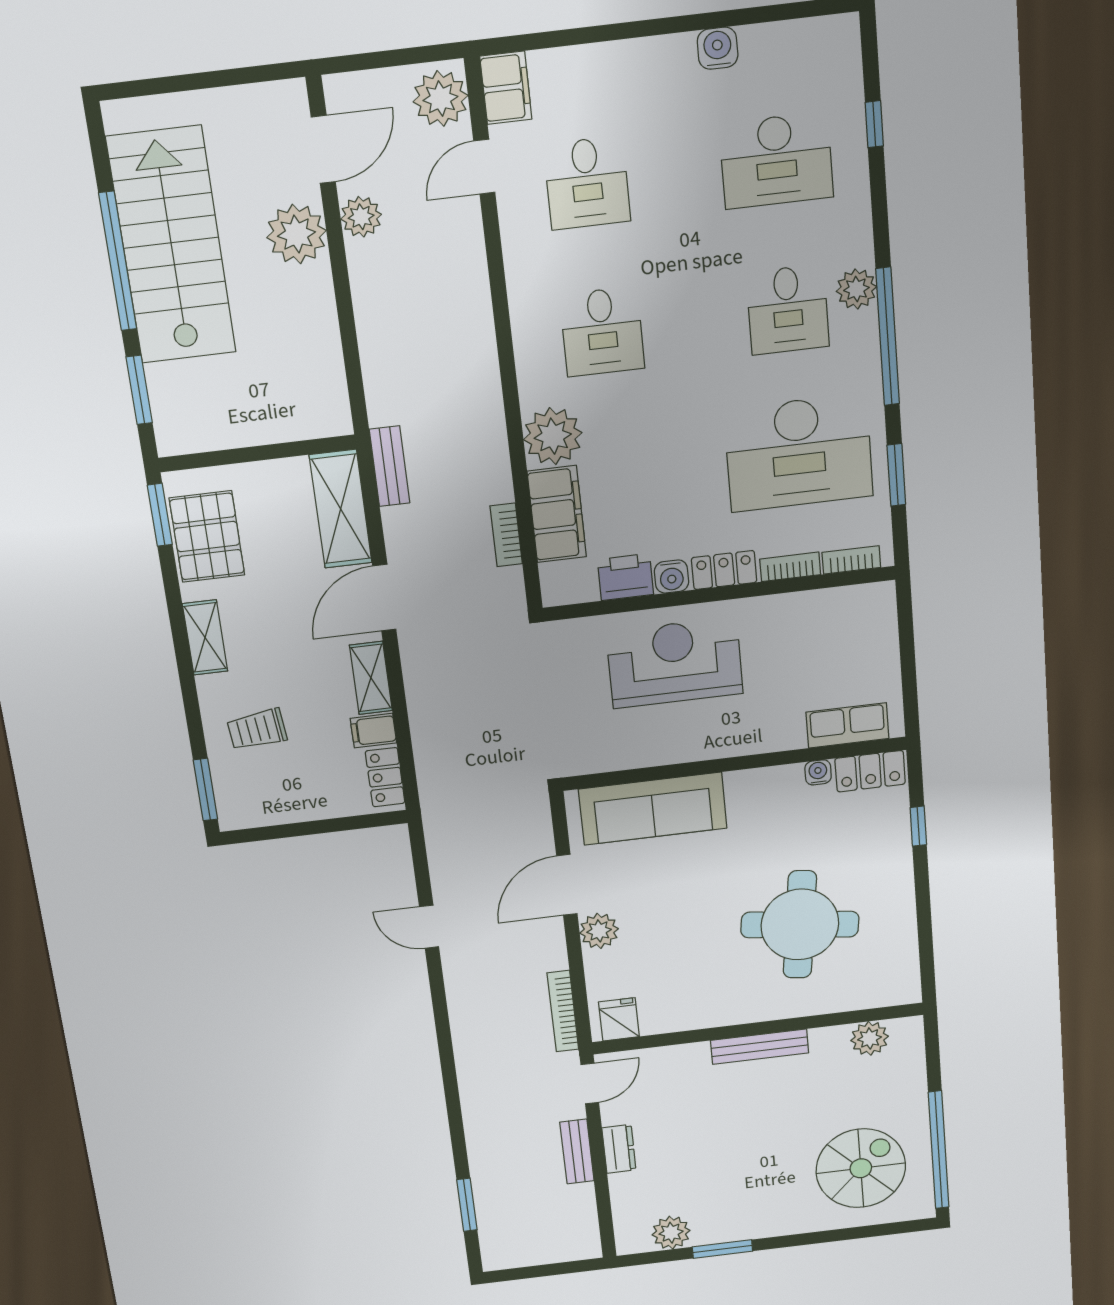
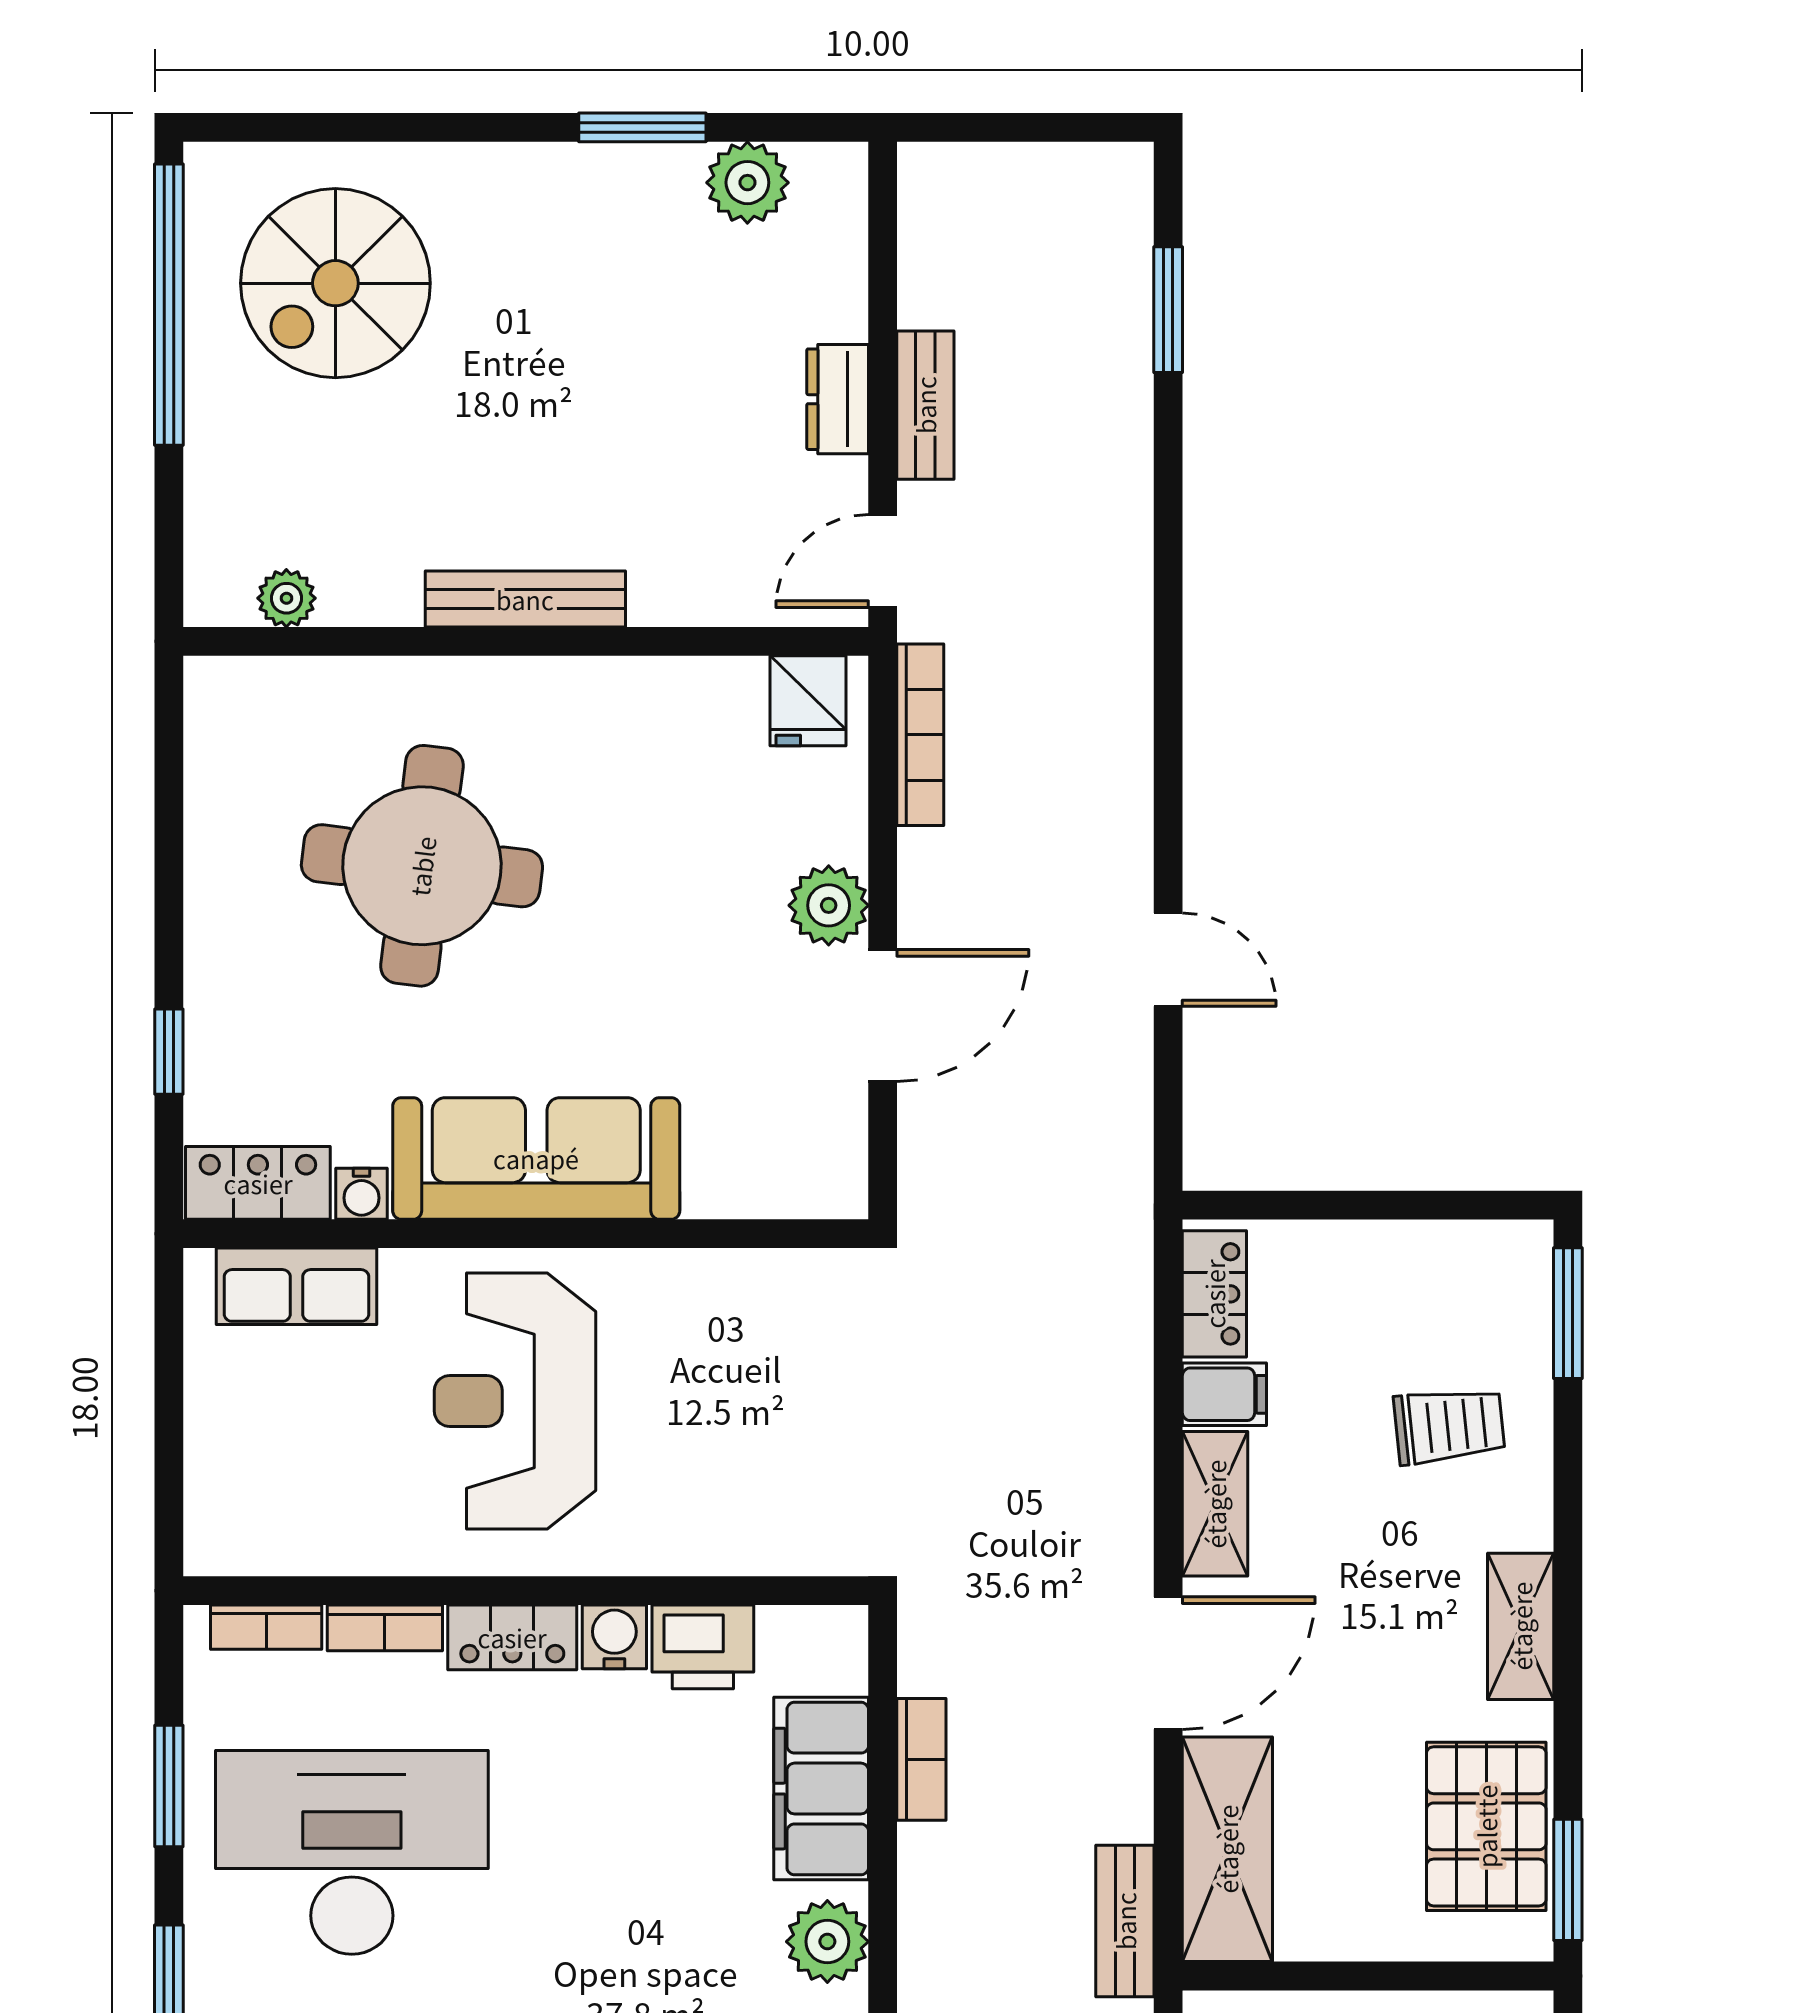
plant: (553, 436) -> (827, 1942), width x0.73, depth x0.73
reception desk: (675, 663) -> (515, 1401), moved, turned 90
sofa: (653, 809) -> (536, 1158), moved
plant: (870, 1038) -> (286, 598), width x0.73, depth x0.73

